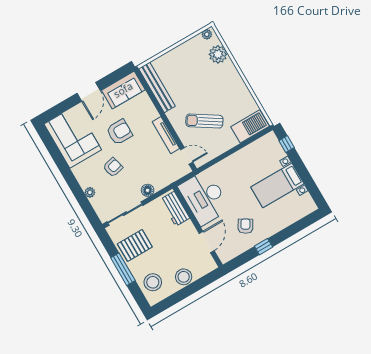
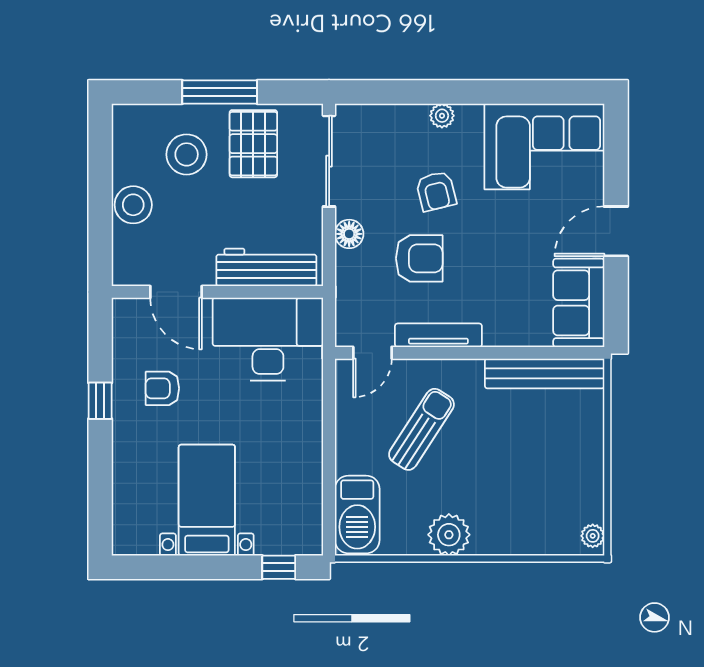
plant: (218, 54) -> (449, 535), moved
door: (89, 92) -> (616, 231), hinge flipped
armchair: (119, 132) -> (419, 258), moved, turned -90
plant: (90, 192) -> (442, 116), moved
workbench: (175, 209) -> (266, 267), width x1.38
armchair: (245, 226) -> (162, 388), turned 149
stool: (153, 282) -> (187, 154), moved

